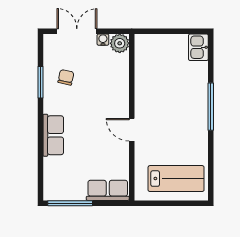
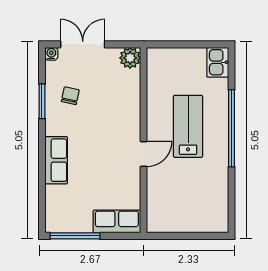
water cooler: (103, 40) -> (51, 54), moved
window: (211, 107) -> (231, 128), width x1.46
door: (132, 130) -> (144, 154), swing flipped
lab bench: (176, 179) -> (188, 126), moved, turned -90

